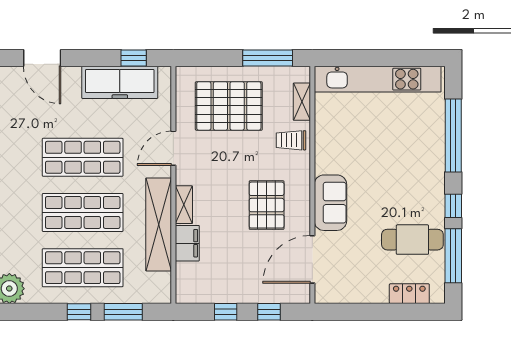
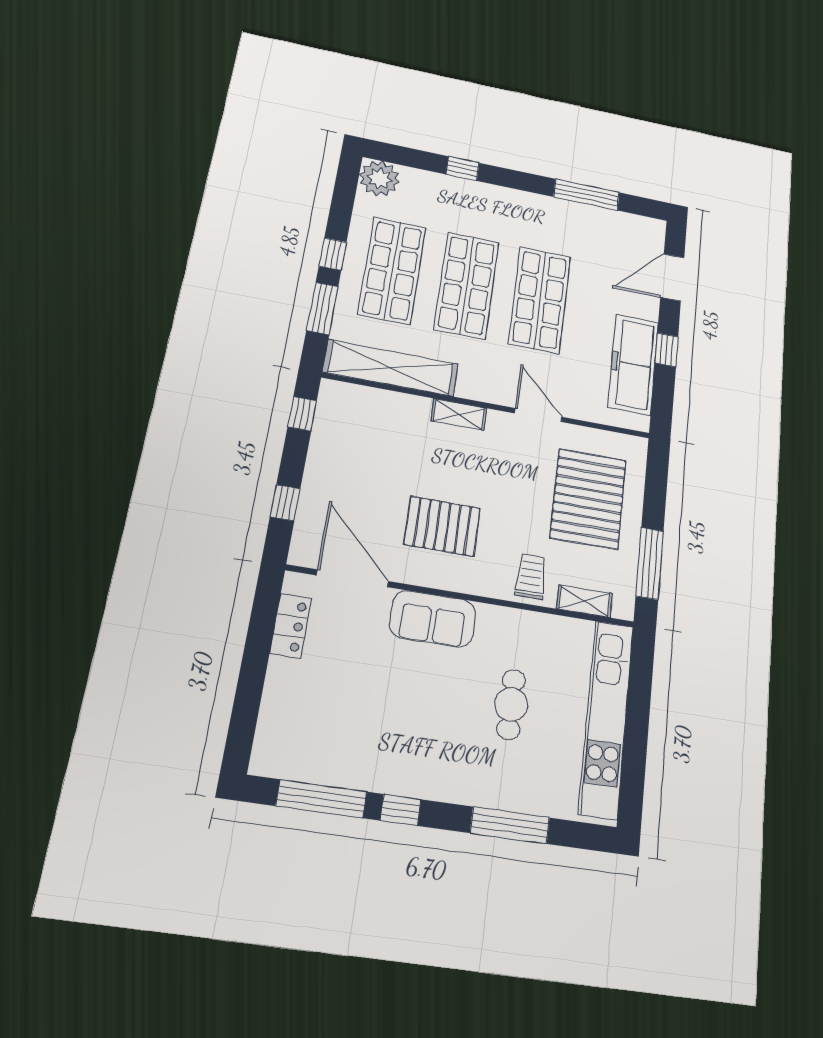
window: (134, 58) -> (667, 350), moved
window: (453, 136) -> (510, 825), width x0.68
shelving: (159, 225) -> (391, 368), moved
cafe table: (412, 240) -> (511, 704), moved, width x0.73, depth x0.74
filing cabinet: (187, 243) -> (404, 409), removed
locker: (409, 294) -> (290, 626), moved
window: (226, 312) -> (302, 414), moved

